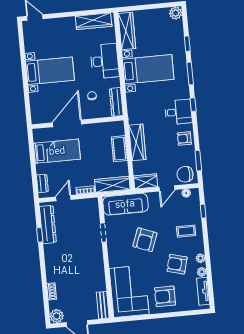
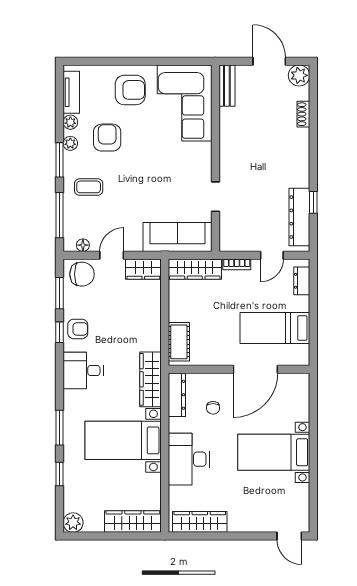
wardrobe: (127, 31) -> (133, 522), moved, turned 90
window: (193, 105) -> (60, 332), moved
wardrobe: (137, 142) -> (150, 379), moved
cot: (119, 149) -> (179, 342), moved
window: (203, 211) -> (60, 215), width x2.17
armchair: (145, 240) -> (153, 180), removed
window: (206, 247) -> (60, 160), added
armchair: (177, 264) -> (107, 138), turned -105

